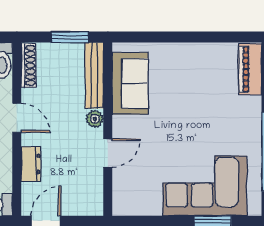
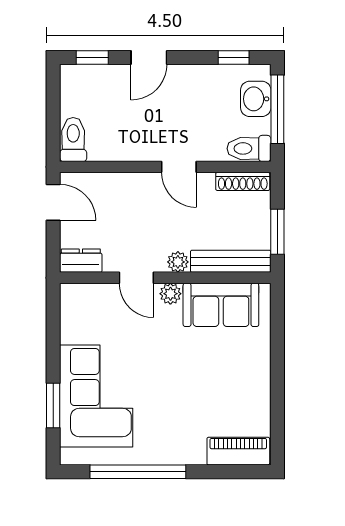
door: (17, 118) -> (179, 167), hinge flipped
plant: (121, 125) -> (170, 294), added
dresser: (31, 164) -> (81, 261), moved, turned 180

